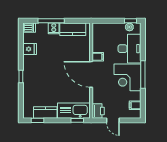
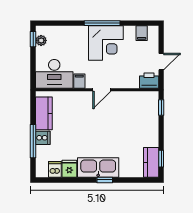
dishwasher: (29, 28) -> (55, 169), moved
desk: (130, 49) -> (54, 74), moved, turned 180
door: (91, 74) -> (102, 90), width x0.53
kitchen sink: (74, 111) -> (98, 167), moved, turned 90
kitchen counter: (45, 113) -> (151, 162), moved

